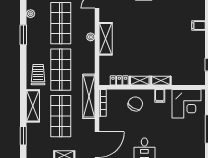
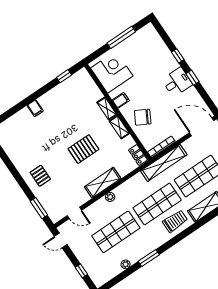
pallet: (142, 41) -> (83, 149), added
trolley: (38, 75) -> (175, 221), turned 180
locker: (119, 80) -> (138, 155), moved

